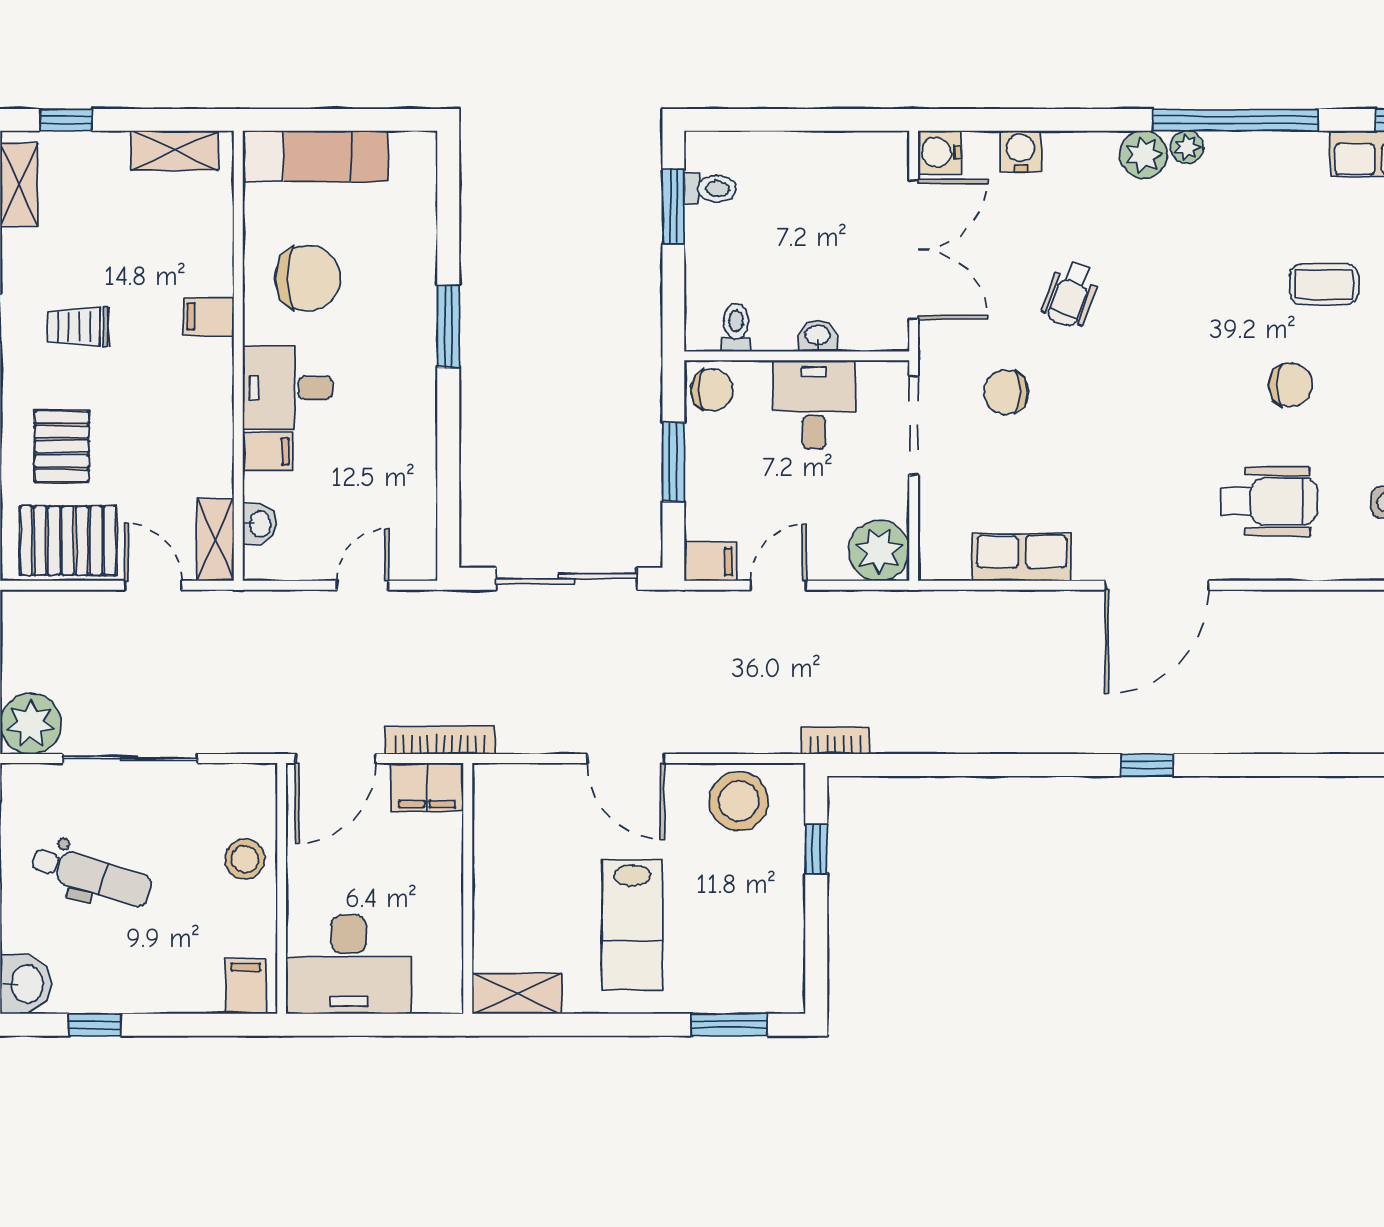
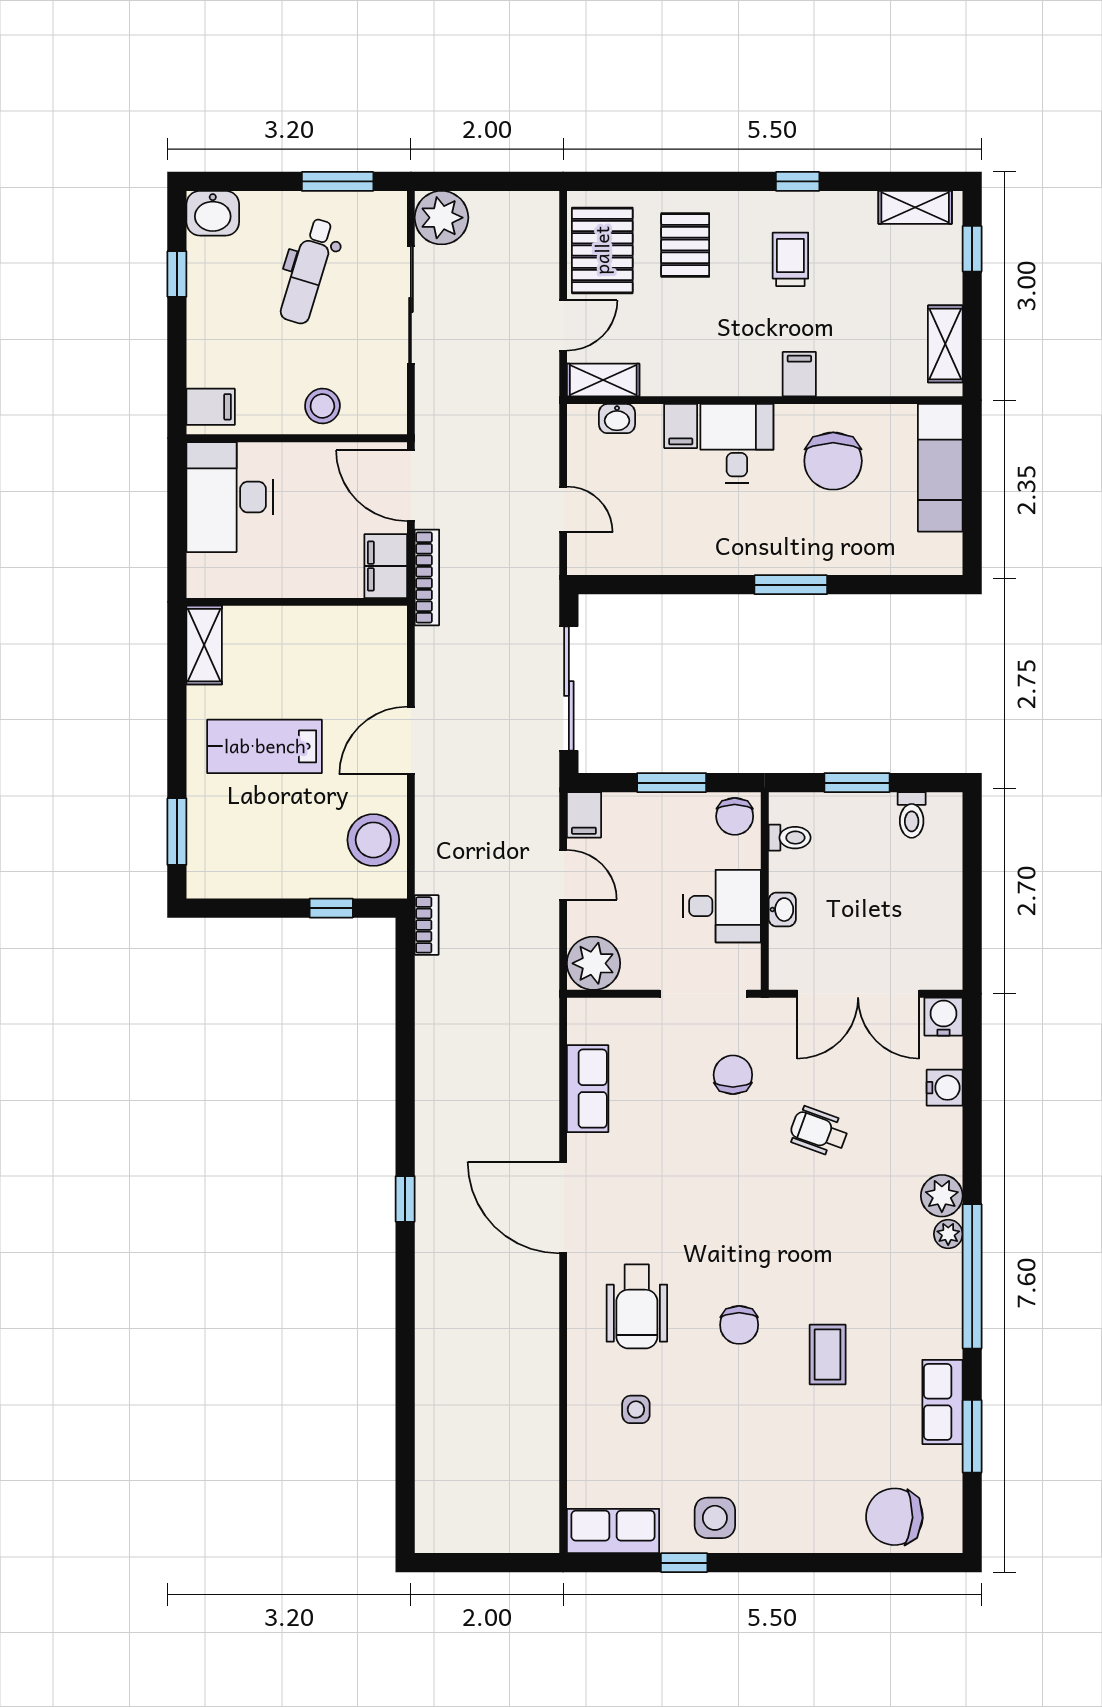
window: (673, 207) -> (857, 783), moved
pallet: (62, 446) -> (685, 245), turned 90

